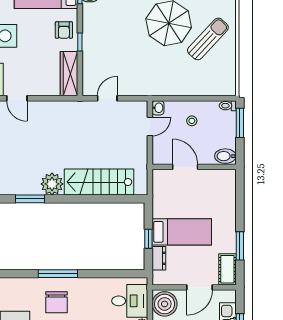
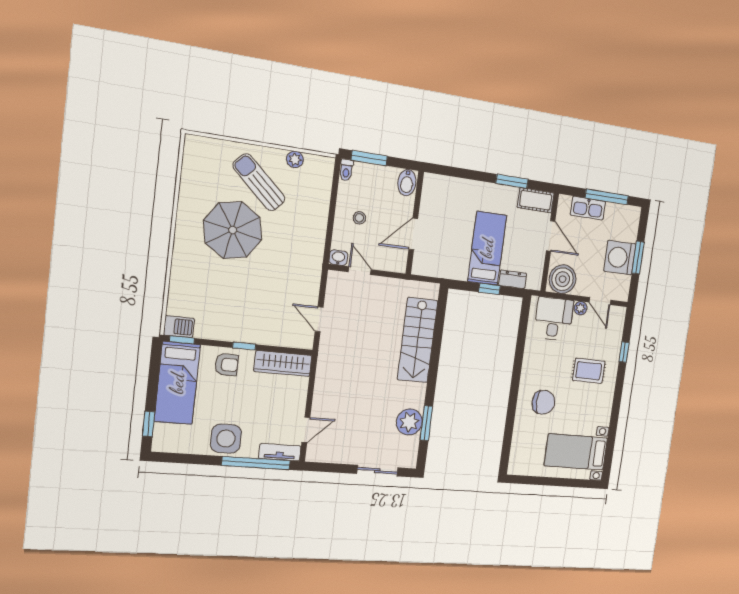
plant: (230, 64) -> (295, 159), added
plant: (52, 184) -> (409, 422), moved
window: (58, 274) -> (513, 398), removed

